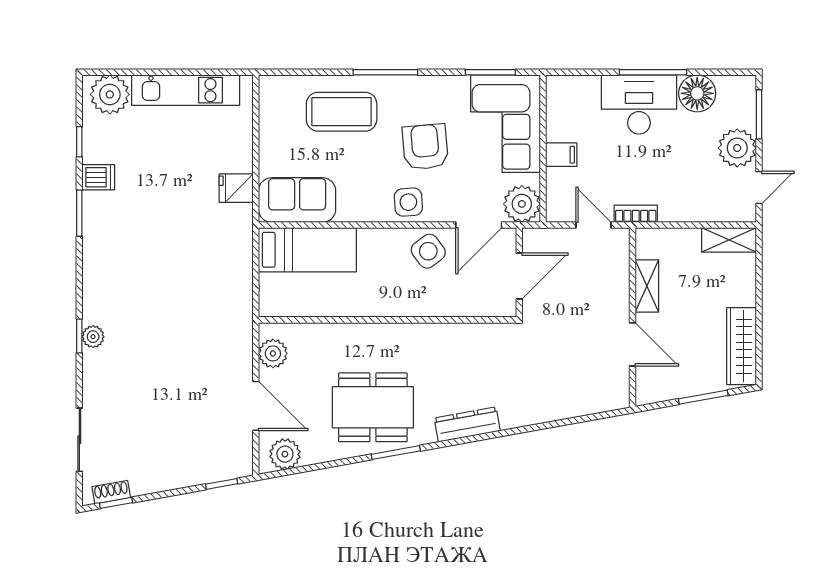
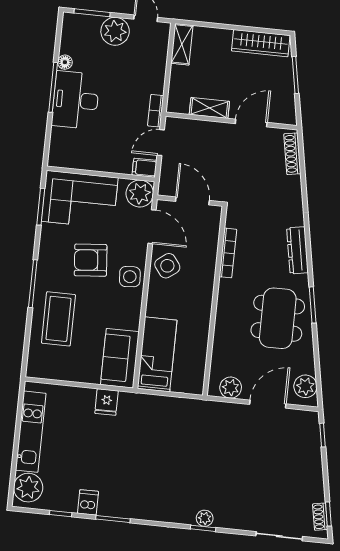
floor lamp: (697, 93) -> (65, 62), width x0.53, depth x0.53
filing cabinet: (561, 155) -> (145, 168), moved, turned -90
bookcase: (454, 331) -> (228, 253), added
shoe rack: (597, 404) -> (292, 154), added

